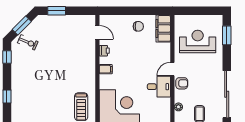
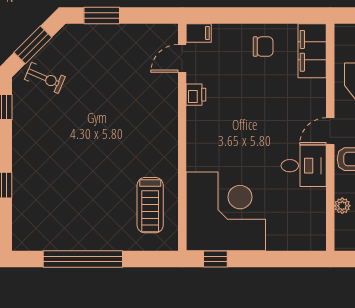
door: (97, 32) -> (182, 58), swing flipped
filing cabinet: (106, 69) -> (199, 33), moved

